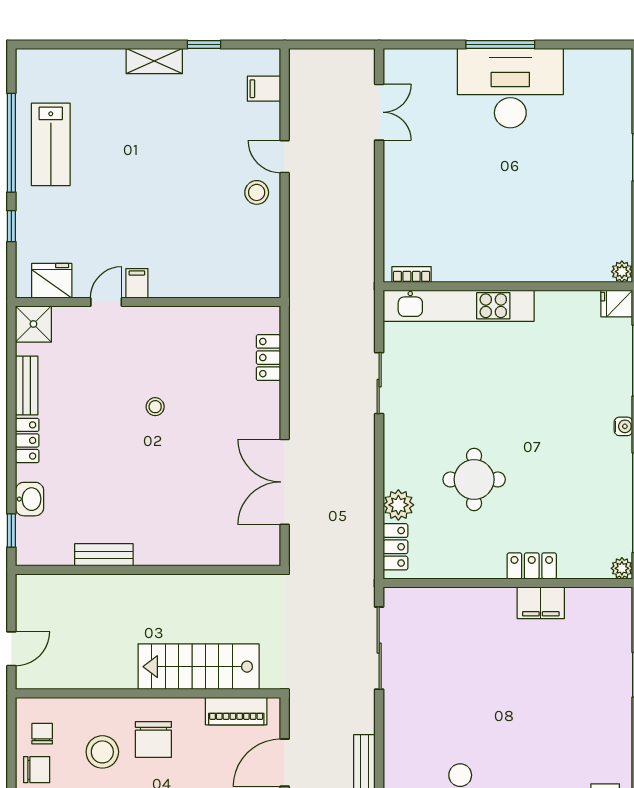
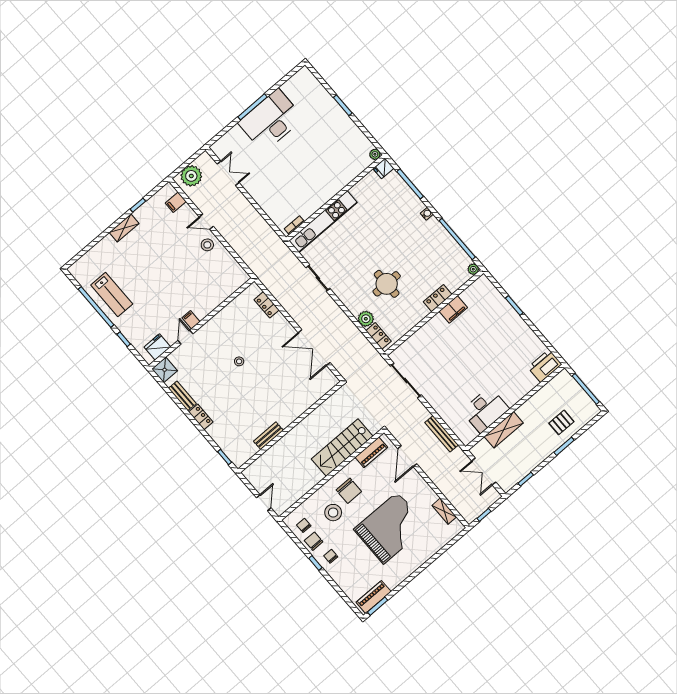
plant: (321, 69) -> (191, 176), added
washbasin: (30, 499) -> (221, 439), removed
chair: (37, 770) -> (314, 541), turned -90

